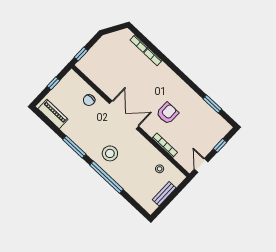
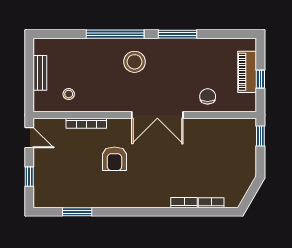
piano: (53, 114) -> (247, 72), moved, turned 90

